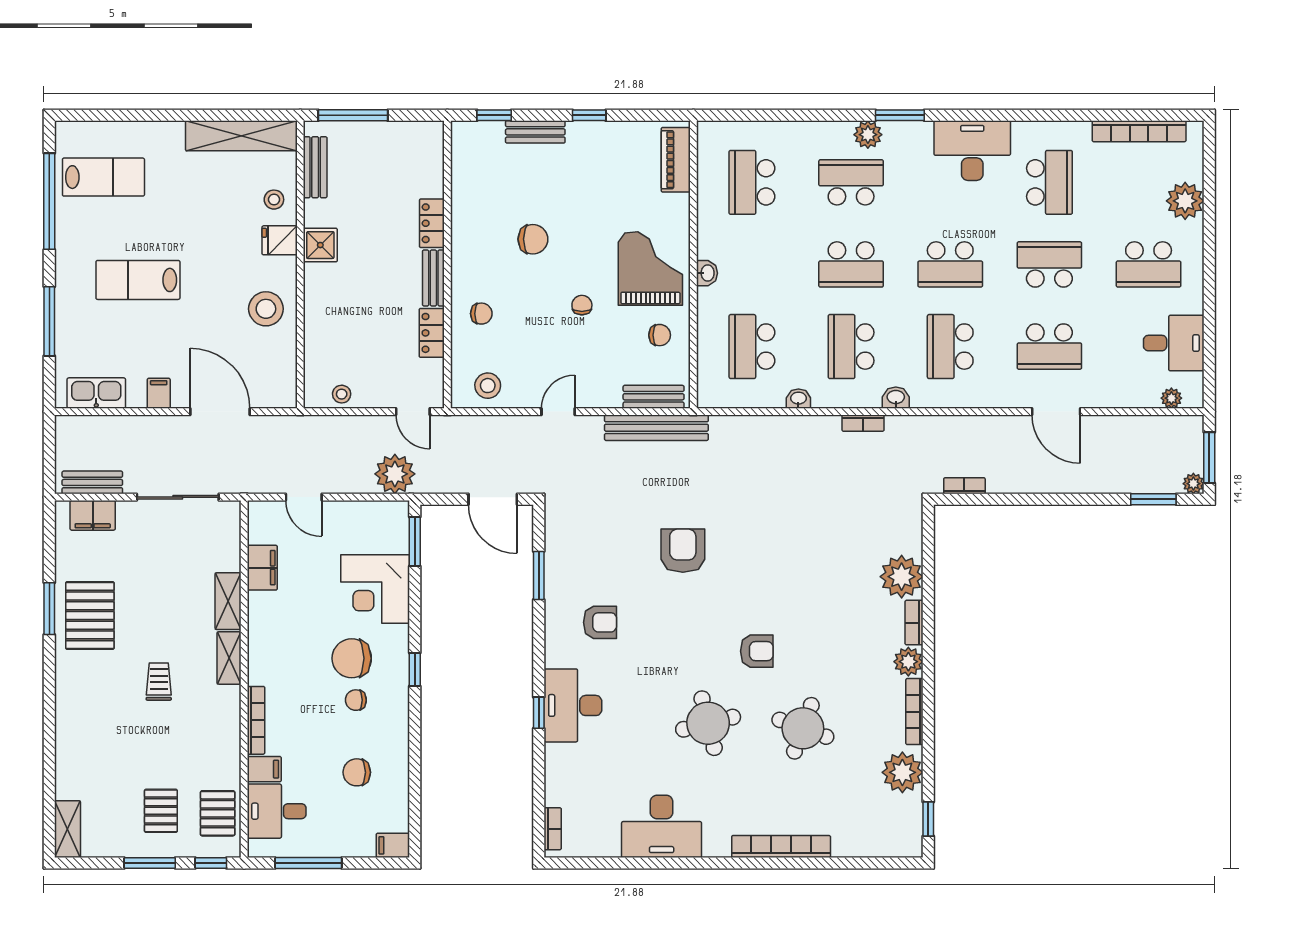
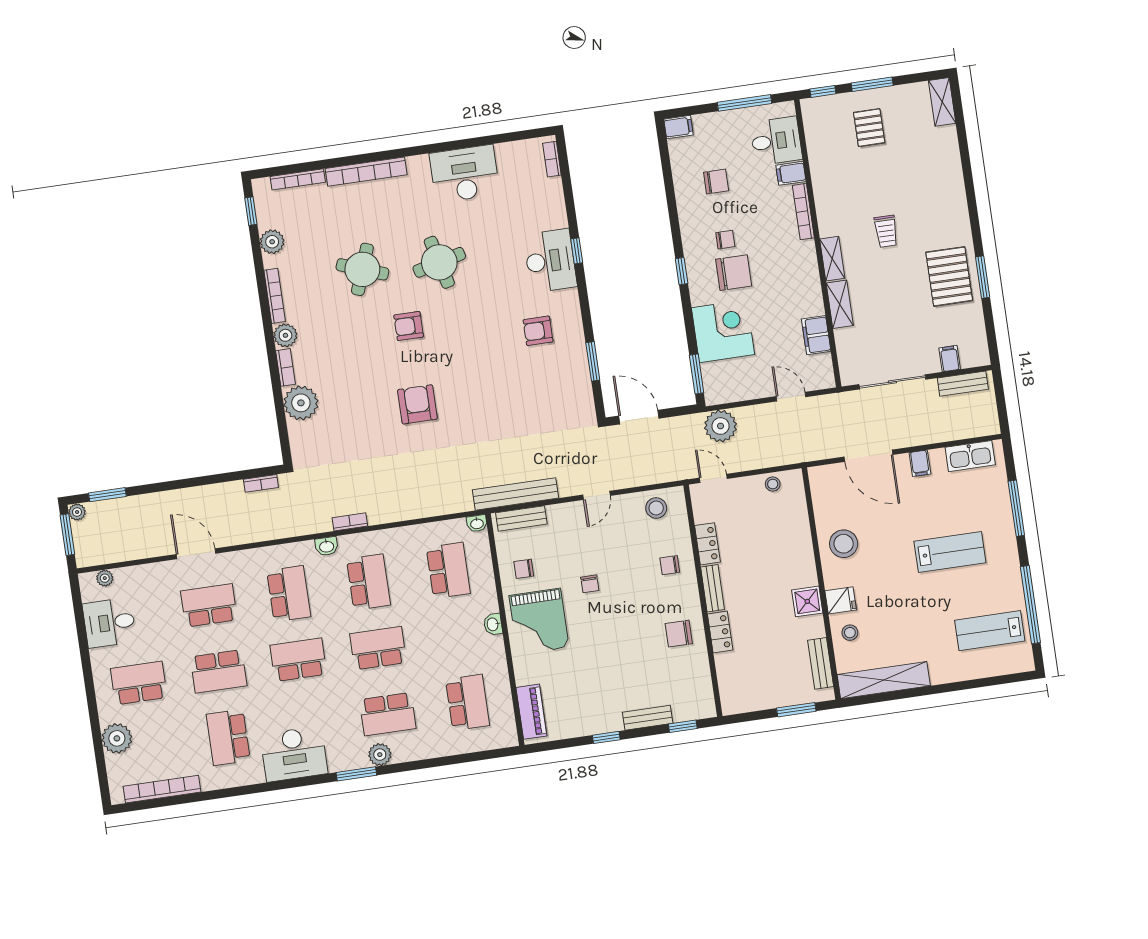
window: (353, 115) -> (796, 710), width x0.69
chair: (533, 239) -> (679, 634), moved
washbasin: (798, 399) -> (477, 523), moved
filing cabinet: (93, 515) -> (950, 359), width x0.50
armchair: (683, 551) -> (417, 404), moved, turned 180
plant: (902, 772) -> (272, 242), width x0.73, depth x0.73
pallet: (218, 813) -> (823, 132), removed
bookcase: (866, 849) -> (298, 179), added

